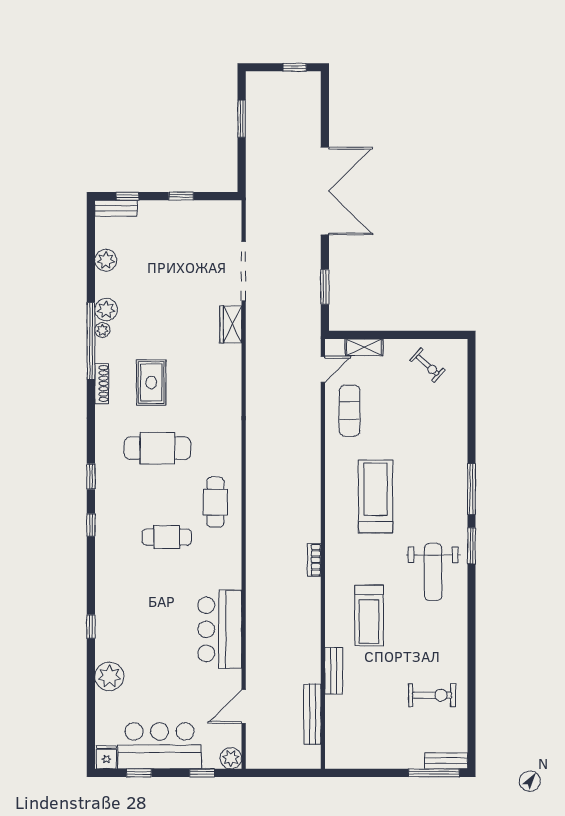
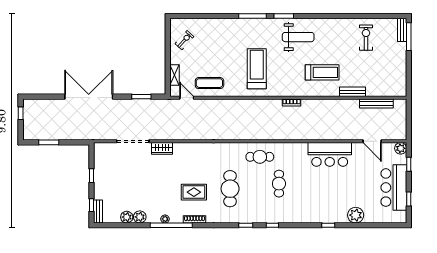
plant: (106, 310) -> (140, 217), moved
treadmill: (376, 496) -> (257, 69), turned 90
fridge: (106, 757) -> (400, 217), removed

